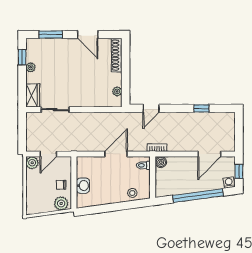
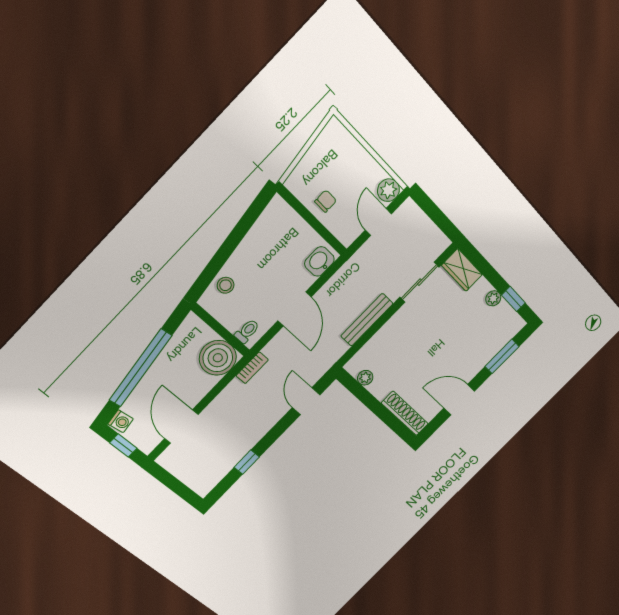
bench: (92, 117) -> (367, 320), added
boiler: (161, 162) -> (218, 358), width x1.86, depth x1.86
washbasin: (83, 186) -> (319, 261), moved, turned 90
plant: (61, 203) -> (302, 178), removed

